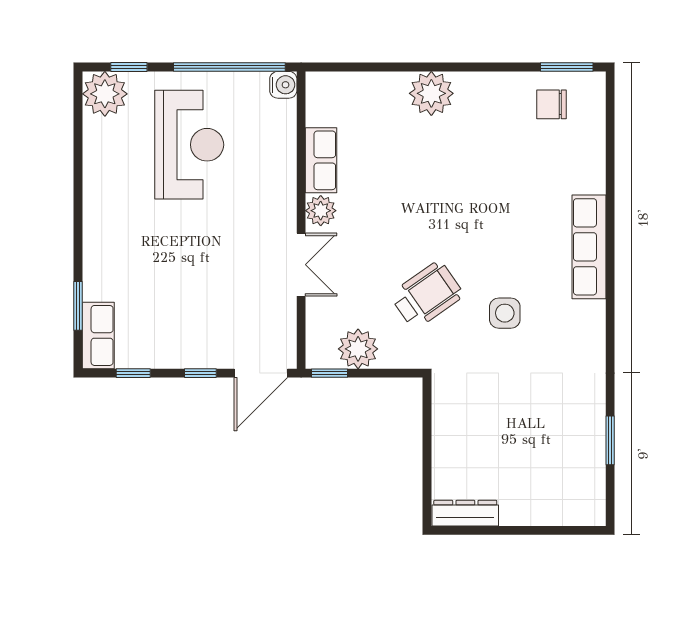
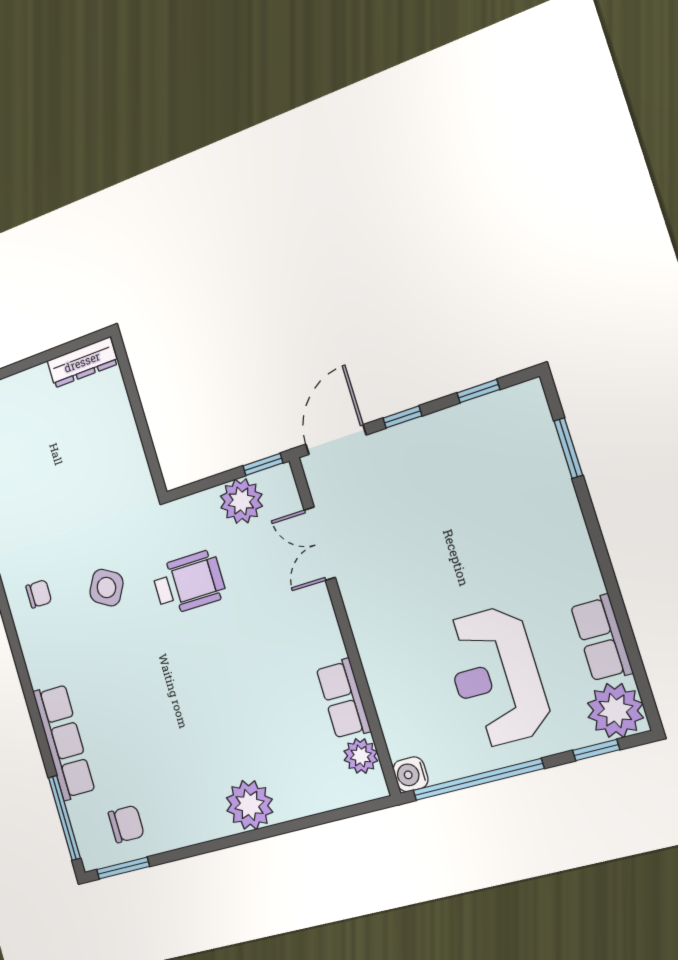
window: (610, 124) -> (64, 818), added
plant: (321, 211) -> (361, 756), moved
row of seats: (589, 247) -> (64, 742), moved
double door: (301, 265) -> (320, 544), moved
wheelchair: (427, 295) -> (189, 583), turned -145
side table: (505, 313) -> (106, 588), turned 30
chair: (572, 327) -> (39, 594), added
row of seats: (98, 335) -> (601, 639), moved

